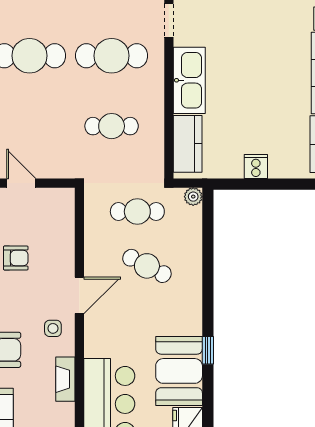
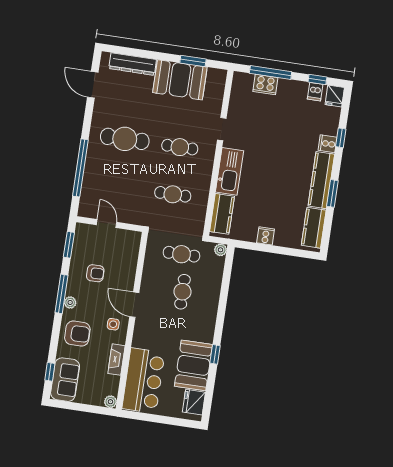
cafe table: (112, 56) -> (180, 147), width x0.73, depth x0.74
cafe table: (147, 266) -> (182, 292), turned 63
door: (79, 295) -> (134, 305), swing flipped

